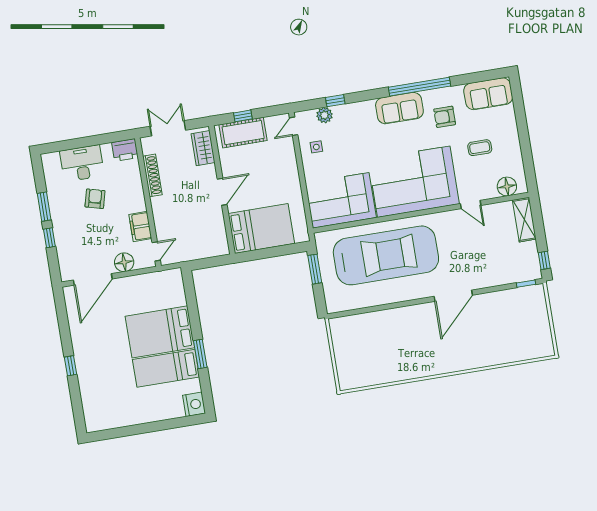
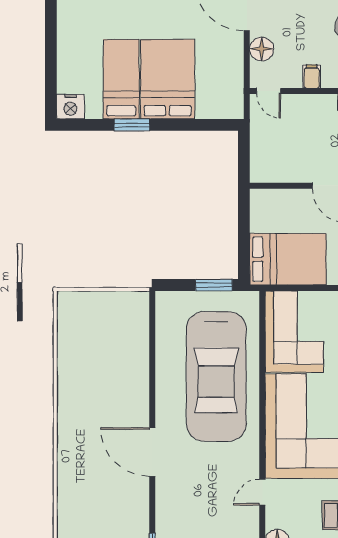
filing cabinet: (140, 226) -> (312, 76), width x0.50
bed: (261, 228) -> (288, 259), moved, turned -90

